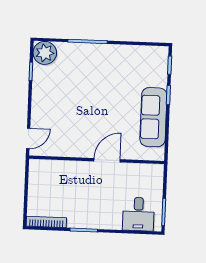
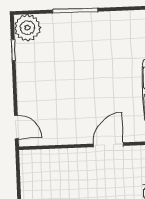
door: (28, 138) -> (16, 127), hinge flipped

